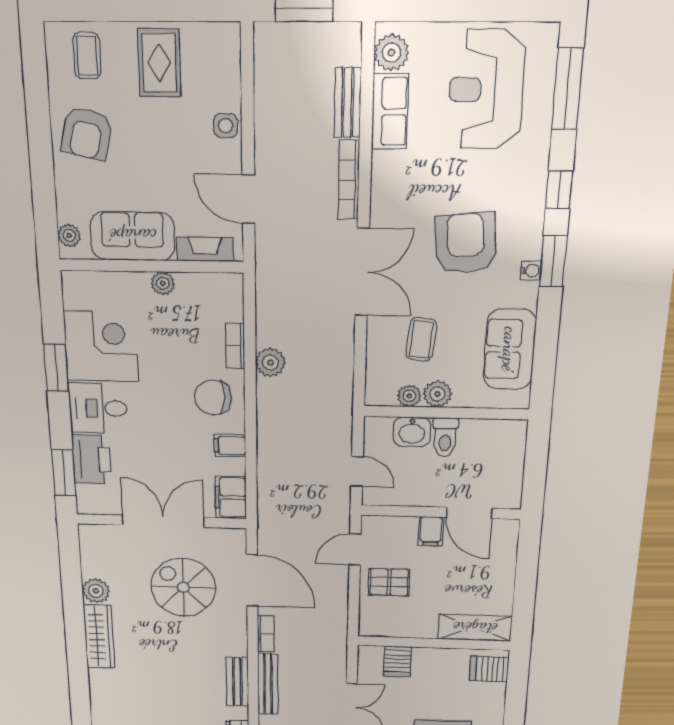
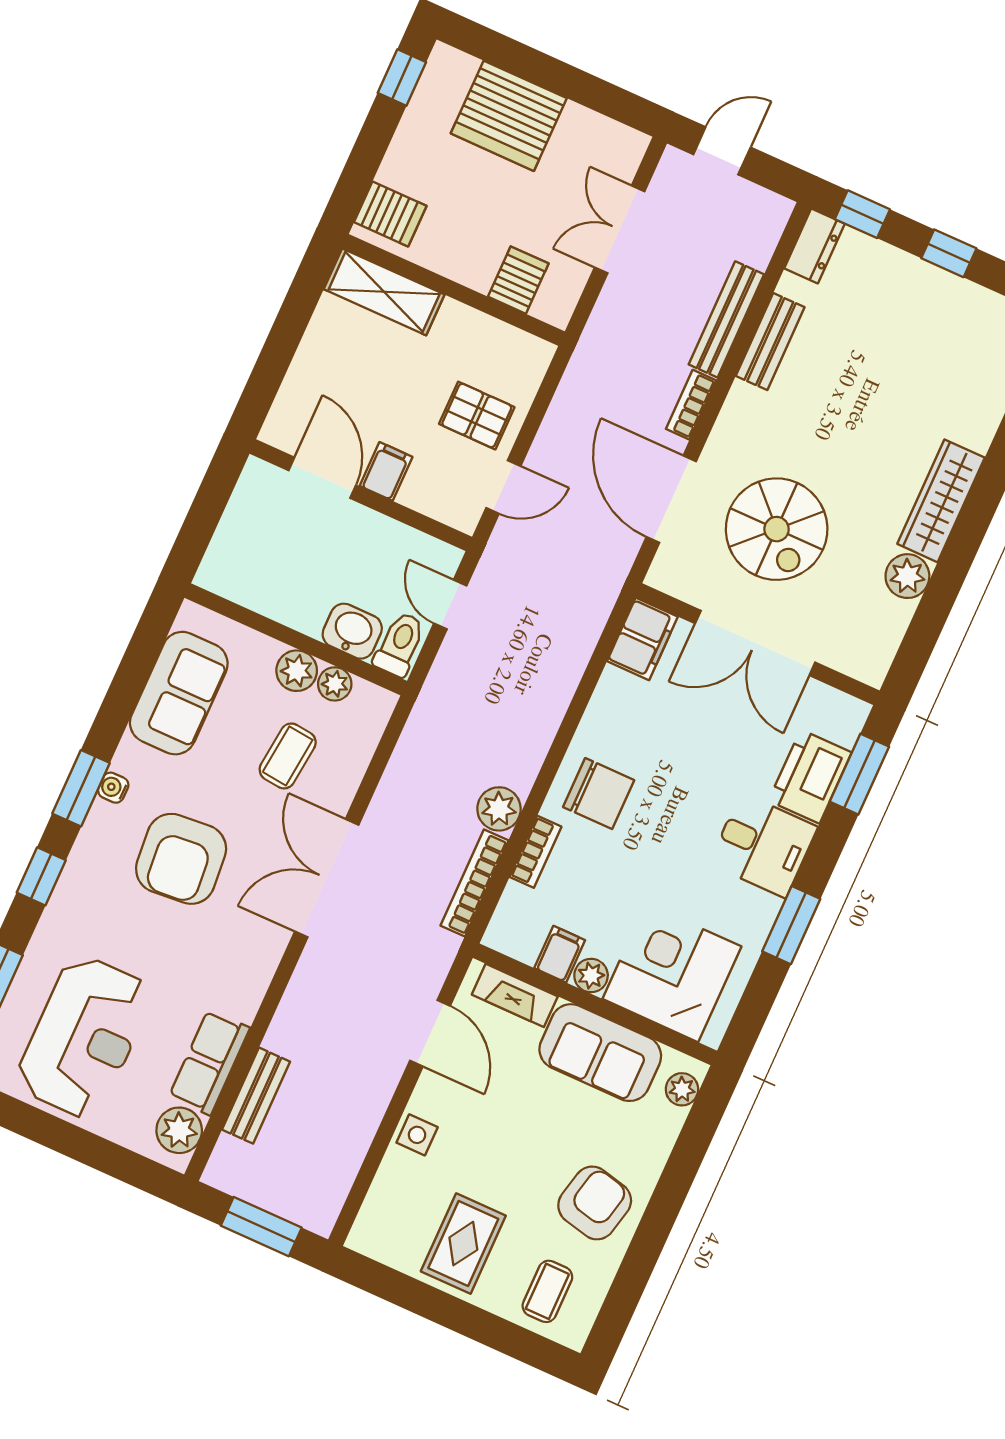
bookcase: (349, 180) -> (474, 883), moved, turned 180
corner desk: (101, 346) -> (672, 973), moved, turned 90
toilet: (445, 437) -> (400, 644), moved
filing cabinet: (230, 446) -> (560, 954), moved, turned -90

